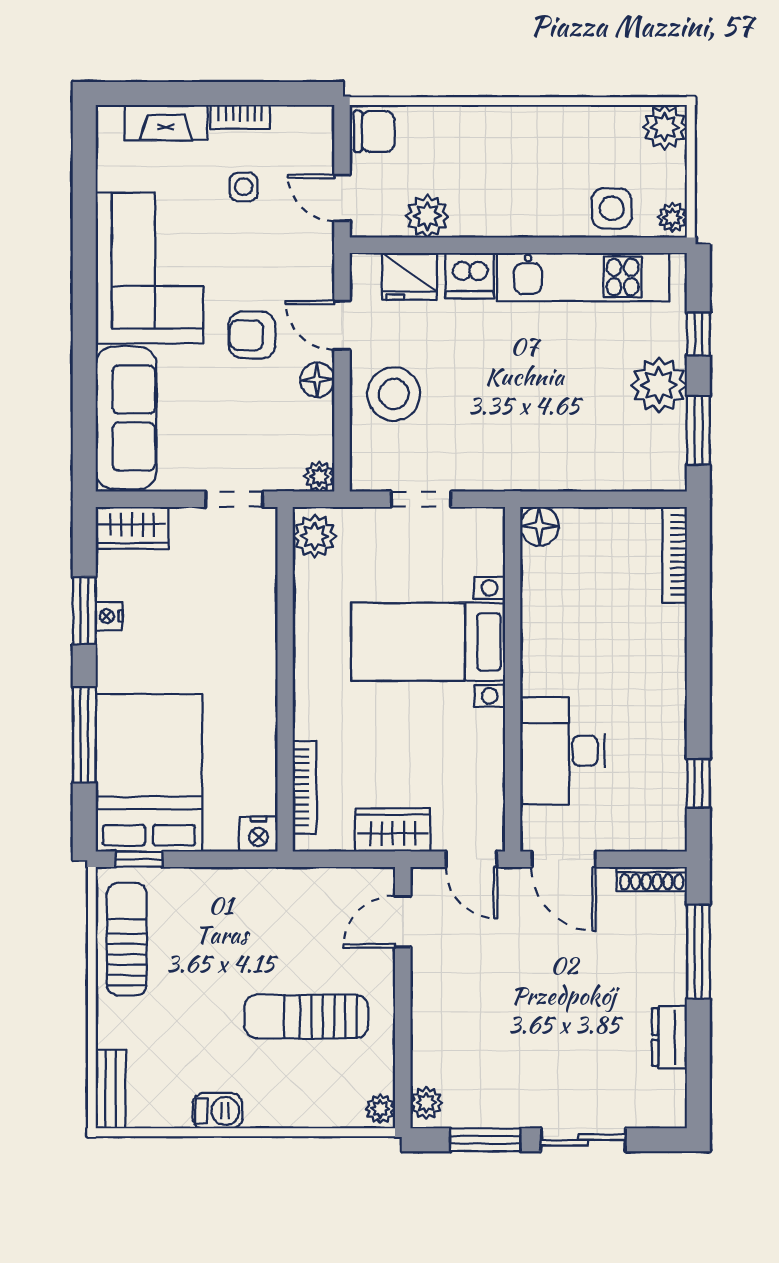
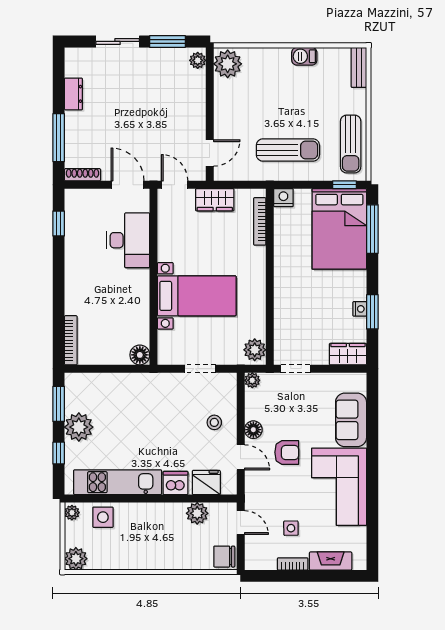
stool: (394, 394) -> (214, 422), width x0.53, depth x0.53
sofa: (126, 418) -> (351, 420), width x0.73
window: (84, 735) -> (372, 229), moved
sun lounger: (306, 1016) -> (288, 150), moved
plant: (380, 1109) -> (228, 64), width x1.88, depth x1.88

